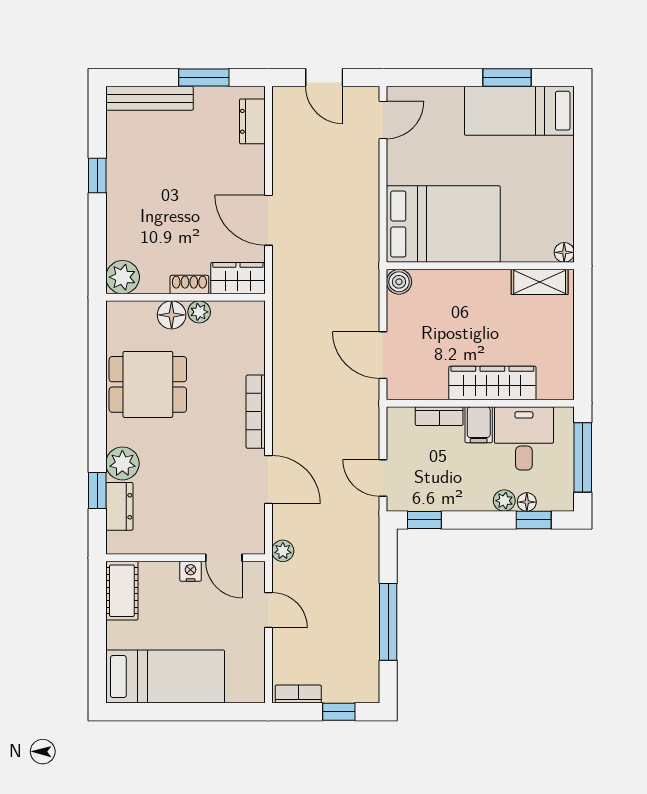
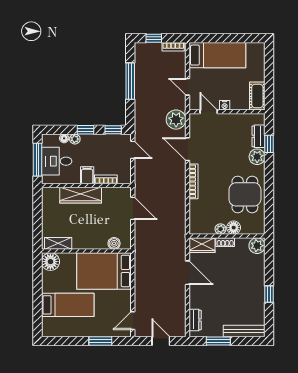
window: (507, 77) -> (100, 341), moved
bed: (519, 111) -> (68, 305), moved
floor lamp: (564, 252) -> (50, 262), width x1.89, depth x1.89
boiler: (399, 282) -> (114, 243), moved
dining table: (148, 384) -> (245, 194), turned 90
desk: (524, 438) -> (57, 161), moved, turned 90
window: (534, 520) -> (86, 130), moved
plant: (283, 551) -> (176, 120), width x1.88, depth x1.88
bed: (165, 677) -> (217, 55), moved, turned 180

